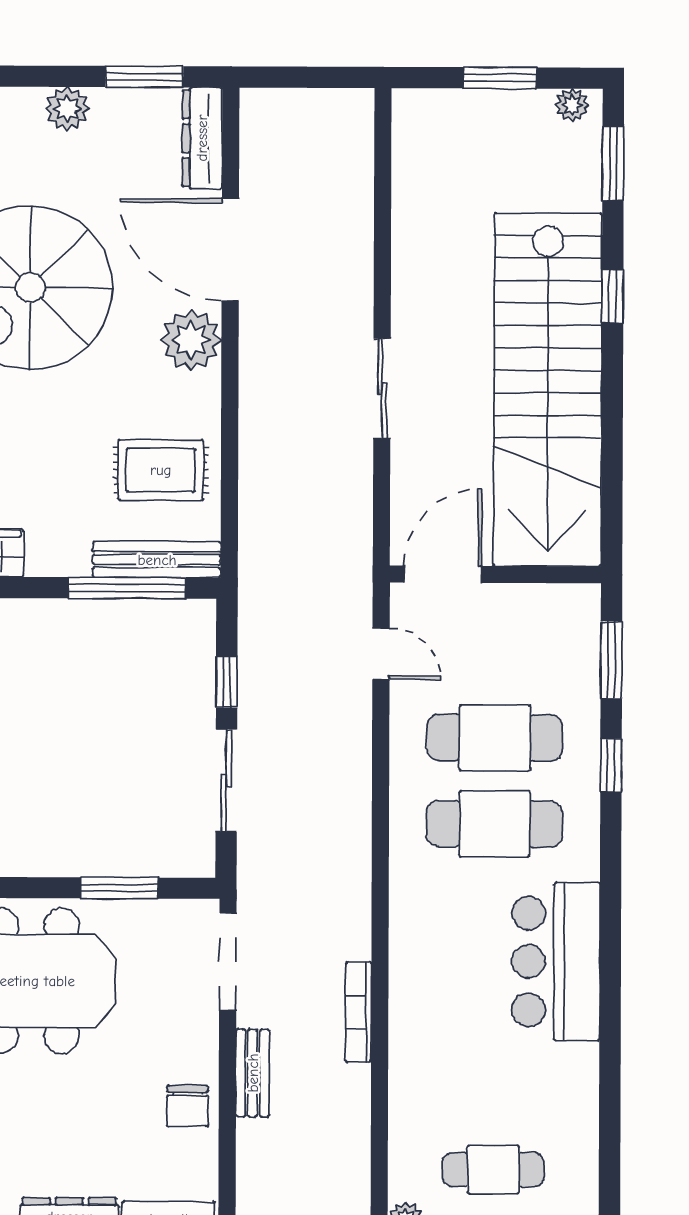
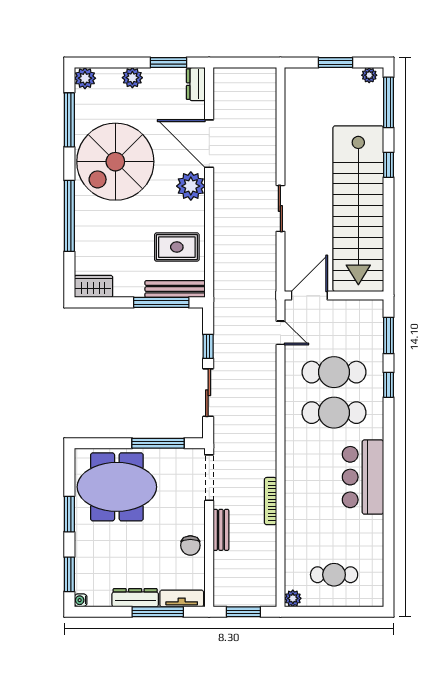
dresser: (202, 138) -> (196, 84), width x0.70
window: (613, 163) -> (389, 102), width x1.44
window: (119, 888) -> (158, 443), width x1.44

